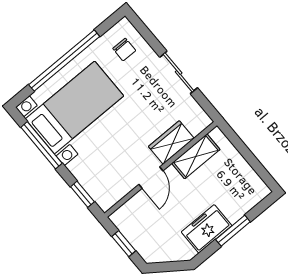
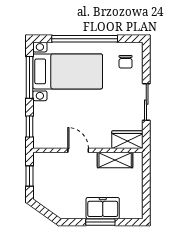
wardrobe: (171, 142) -> (127, 140), moved
door: (151, 178) -> (78, 150), swing flipped
freezer: (207, 229) -> (103, 208), moved

